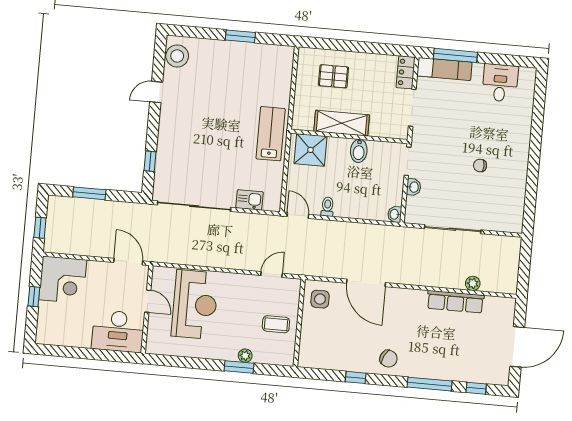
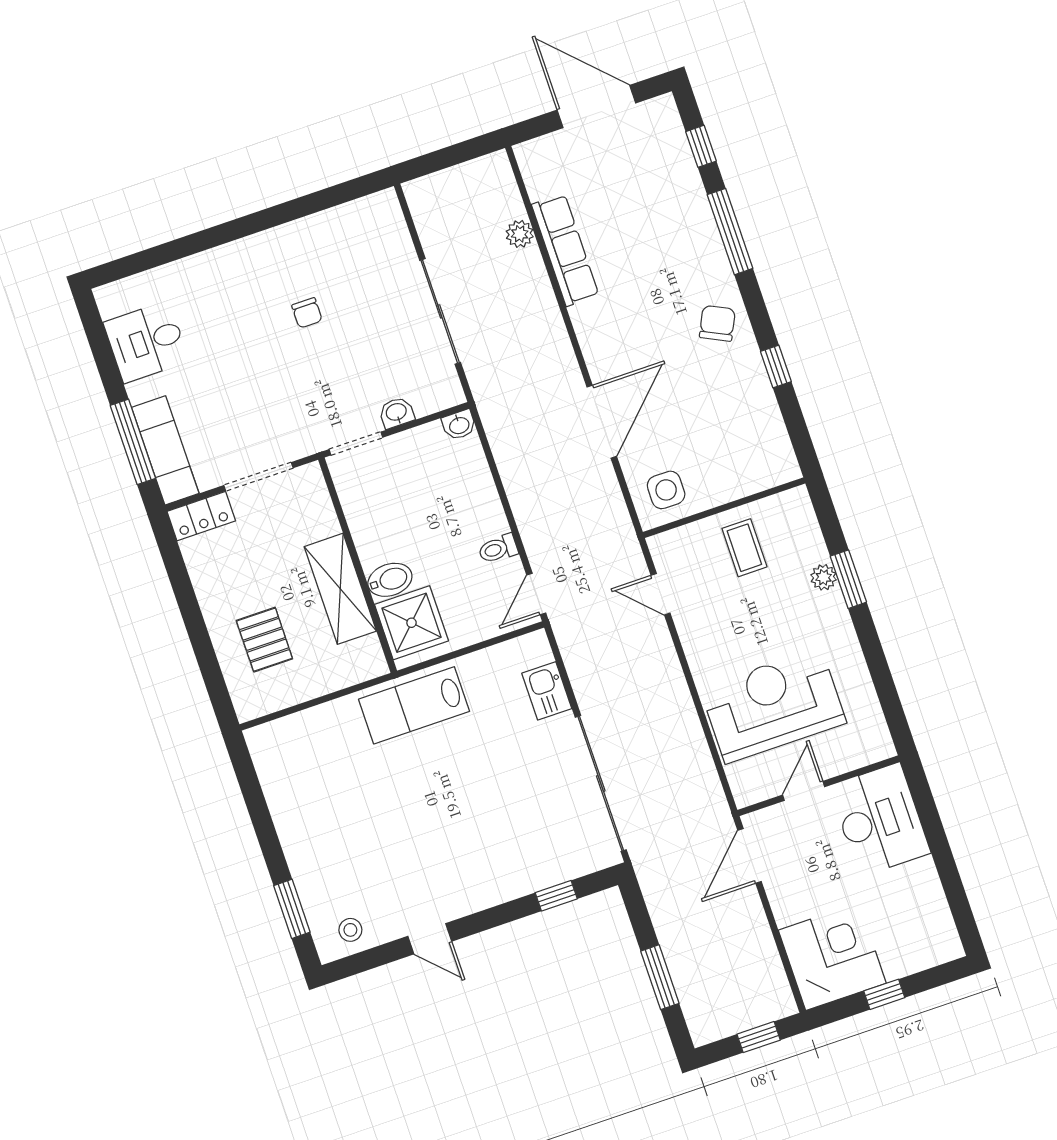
window: (240, 36) -> (292, 909), moved
stool: (177, 56) -> (350, 930), width x0.53, depth x0.53
bidet: (359, 151) -> (390, 580), moved

